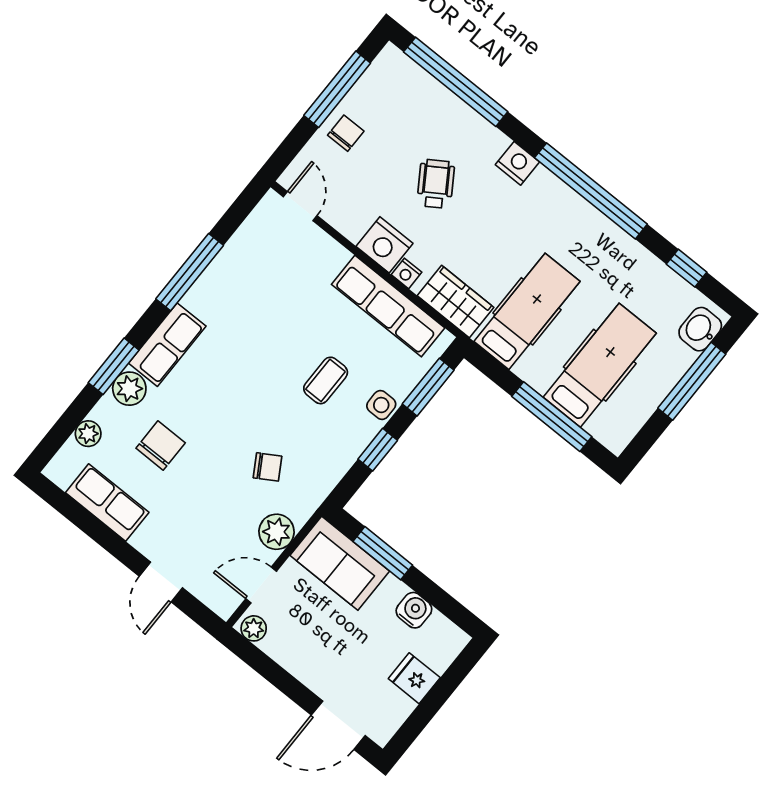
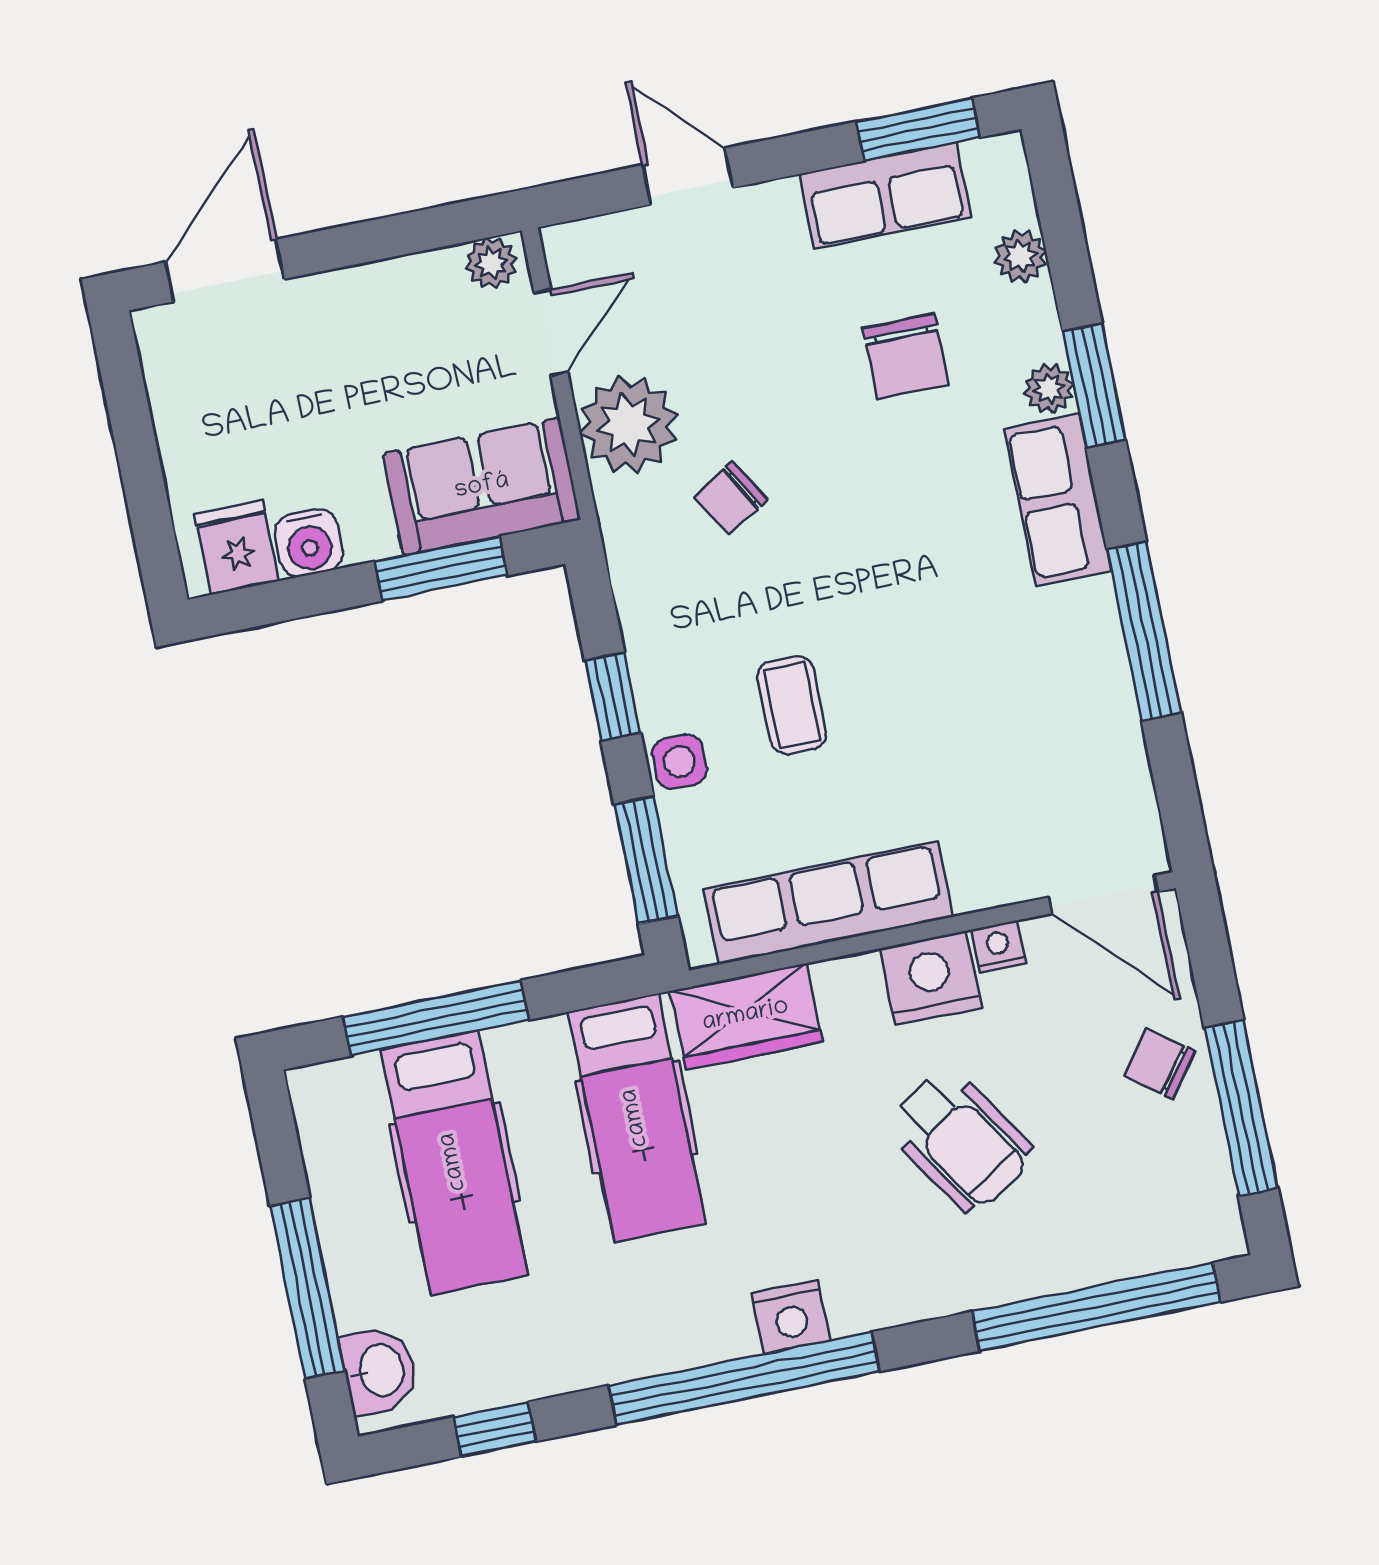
chair: (346, 133) -> (1160, 1064), turned 127
nightstand: (517, 163) -> (791, 1317), moved
wheelchair: (436, 184) -> (960, 1140), width x1.36, depth x1.37
door: (300, 206) -> (1103, 895), width x1.37
nightstand: (407, 273) -> (998, 946), moved
plant: (129, 389) -> (1049, 389), width x0.73, depth x0.73
window: (72, 511) -> (918, 129), added
plant: (277, 532) -> (628, 425), width x1.36, depth x1.36
fridge: (414, 678) -> (237, 548), moved, turned -90

